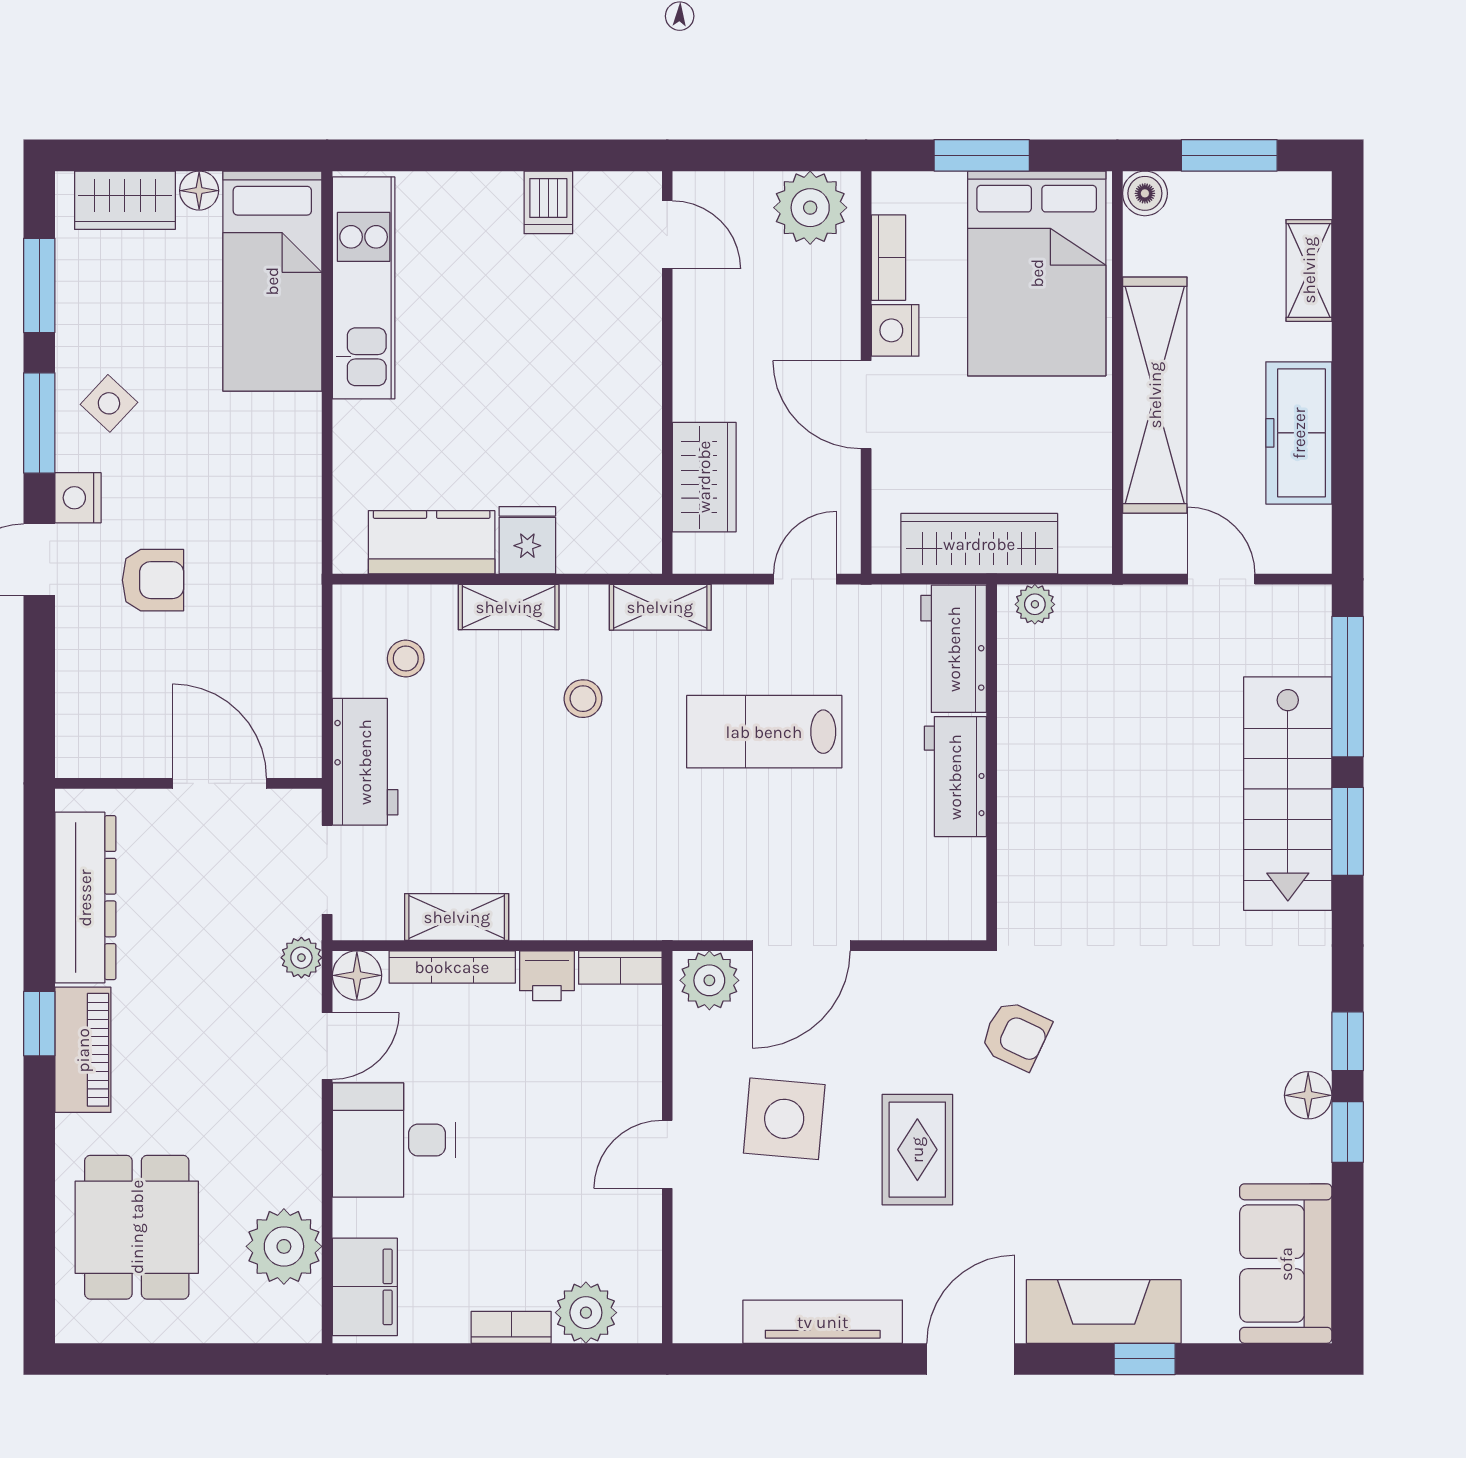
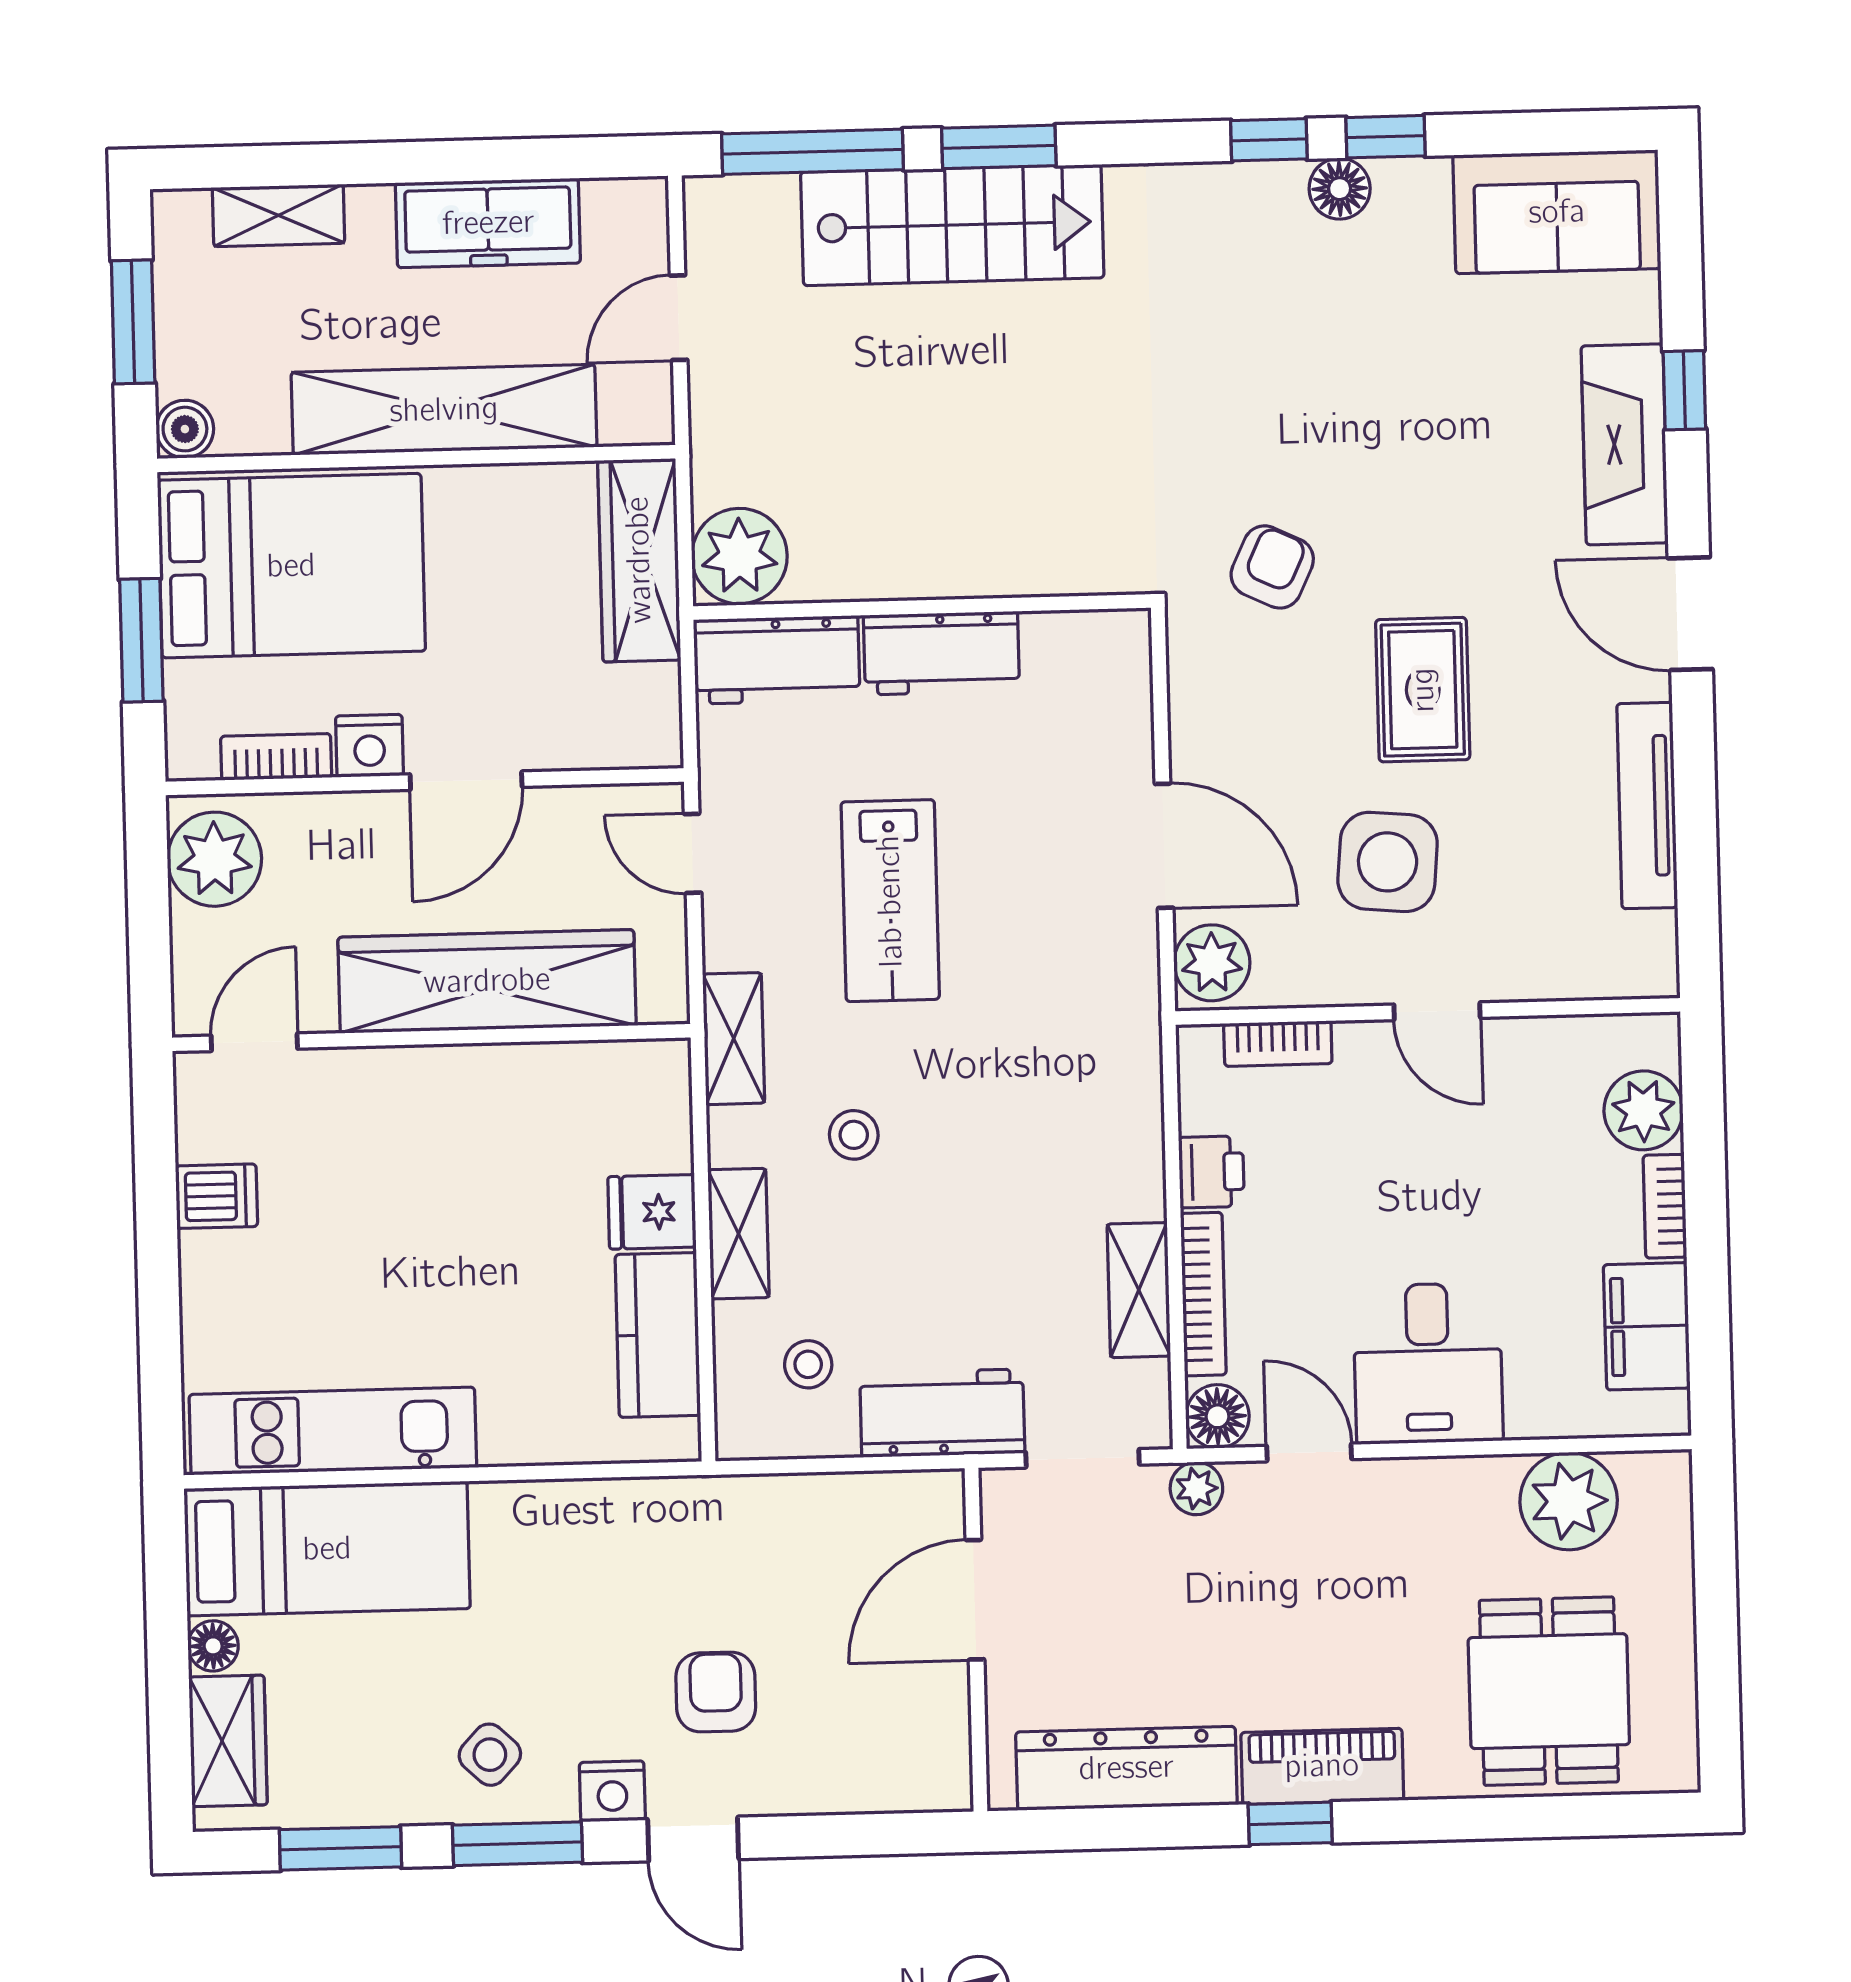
wardrobe: (704, 477) -> (487, 981), width x2.10, depth x1.17
wardrobe: (979, 544) -> (639, 560), moved
plant: (1035, 604) -> (739, 556), width x1.88, depth x1.88
bookcase: (620, 967) -> (1278, 1044), moved, turned 90
rug: (917, 1150) -> (1423, 690), turned 90
dining table: (137, 1227) -> (1549, 1691), turned 90
filing cabinet: (365, 1287) -> (1647, 1326), moved, turned -90

